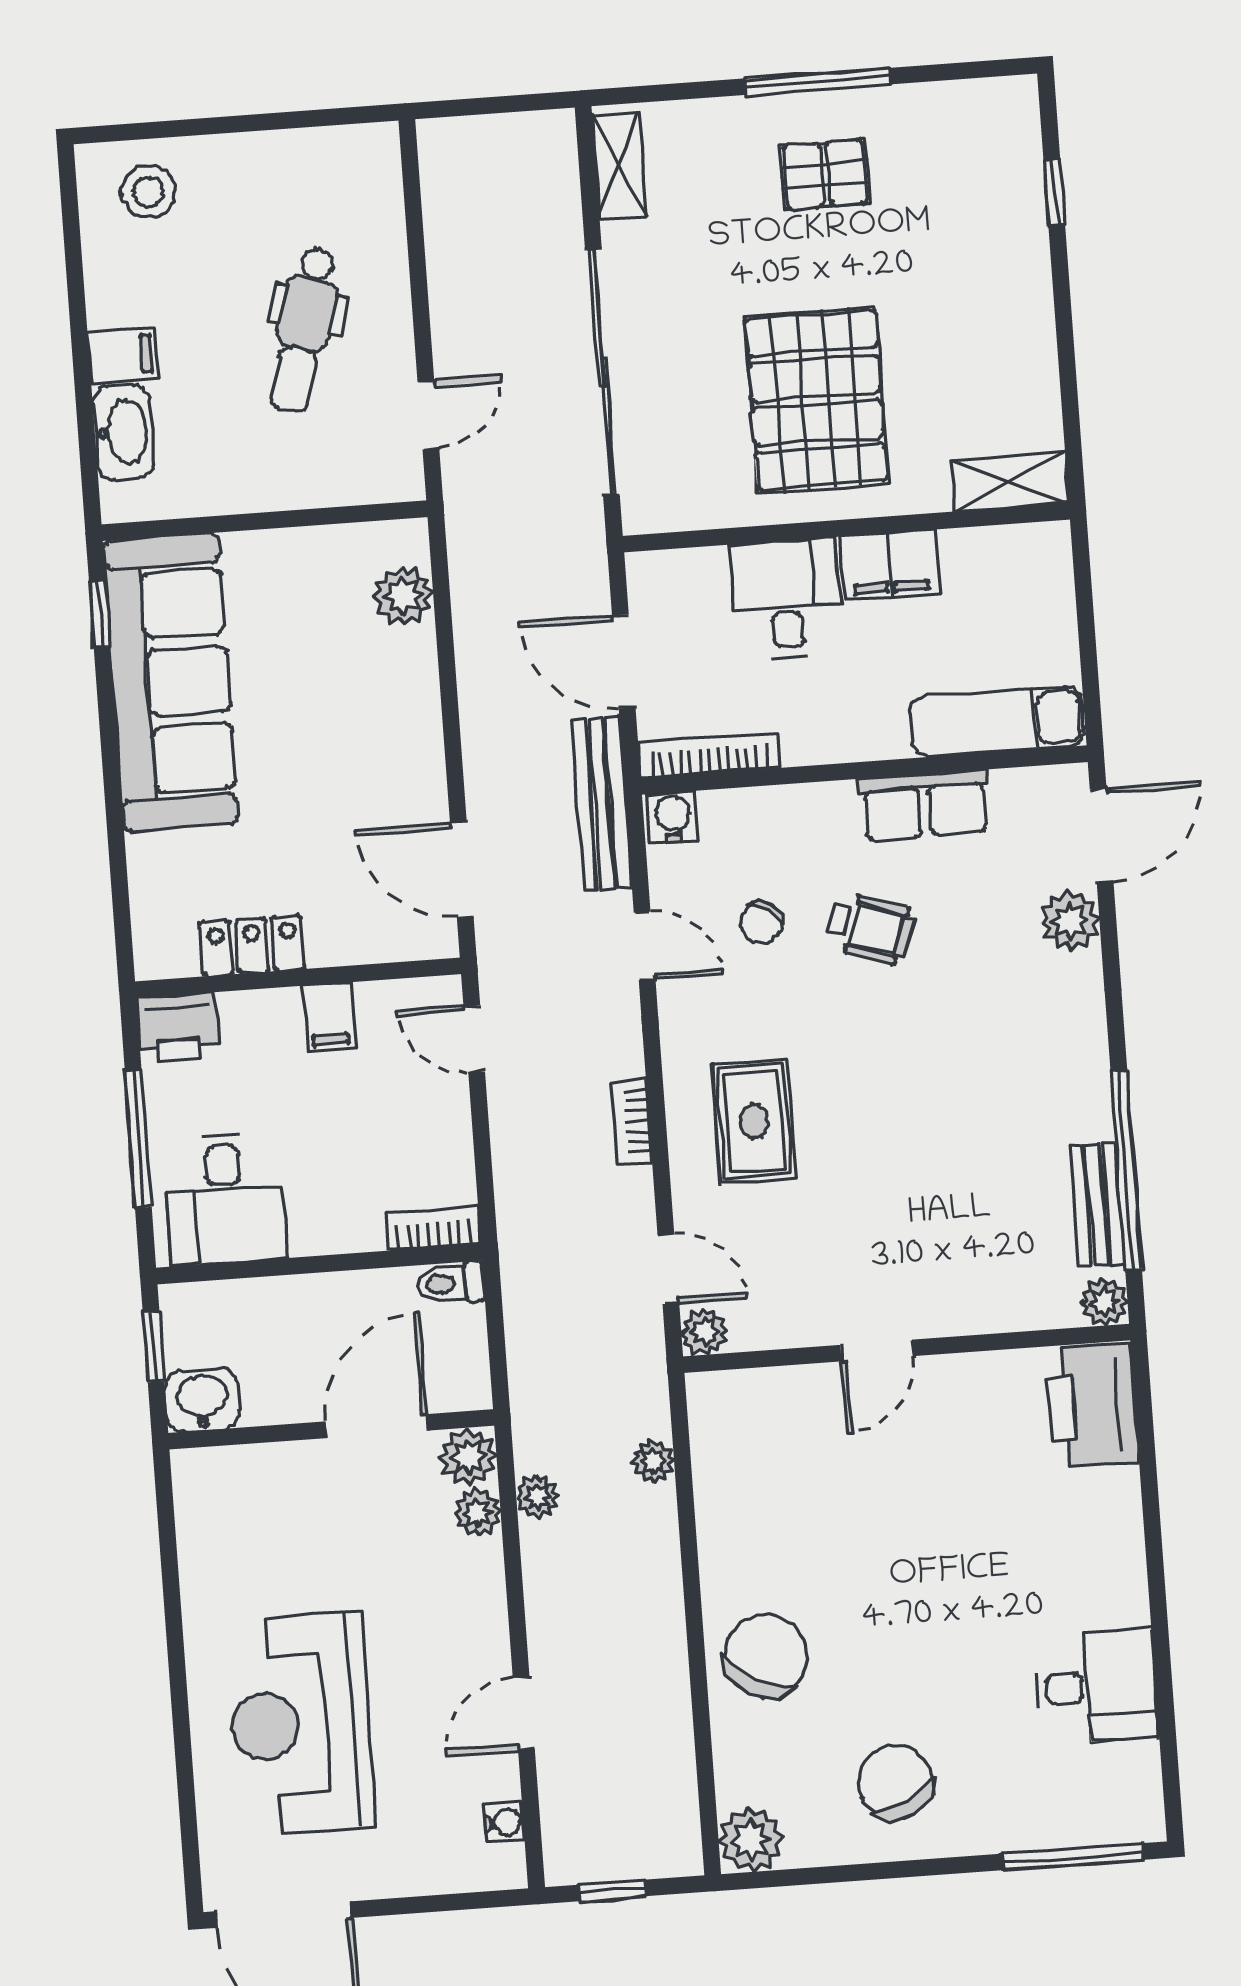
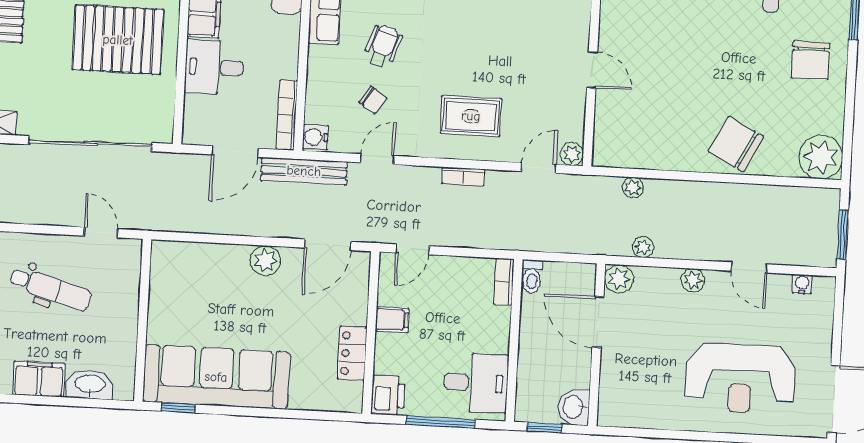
filing cabinet: (123, 355) -> (39, 379), width x2.00
plant: (403, 596) -> (266, 261), moved
plant: (477, 1513) -> (693, 280), moved
chair: (895, 1782) -> (811, 60), moved, turned -64
plant: (751, 1840) -> (821, 157), width x1.36, depth x1.36
window: (613, 1890) -> (843, 235), width x1.50

